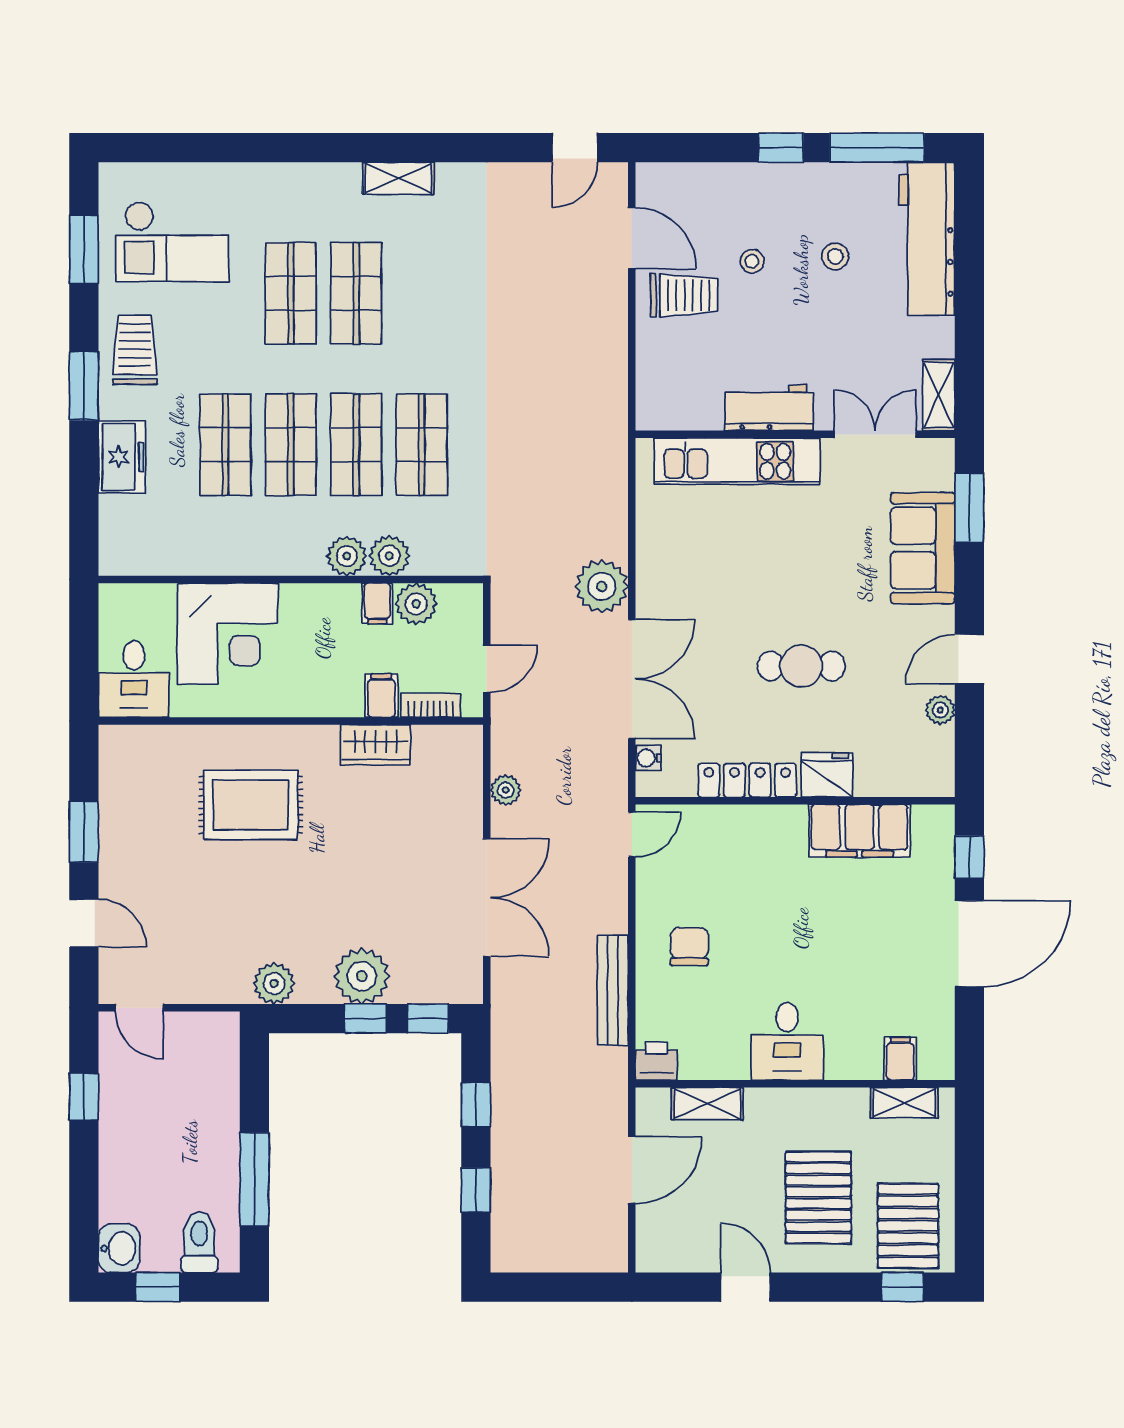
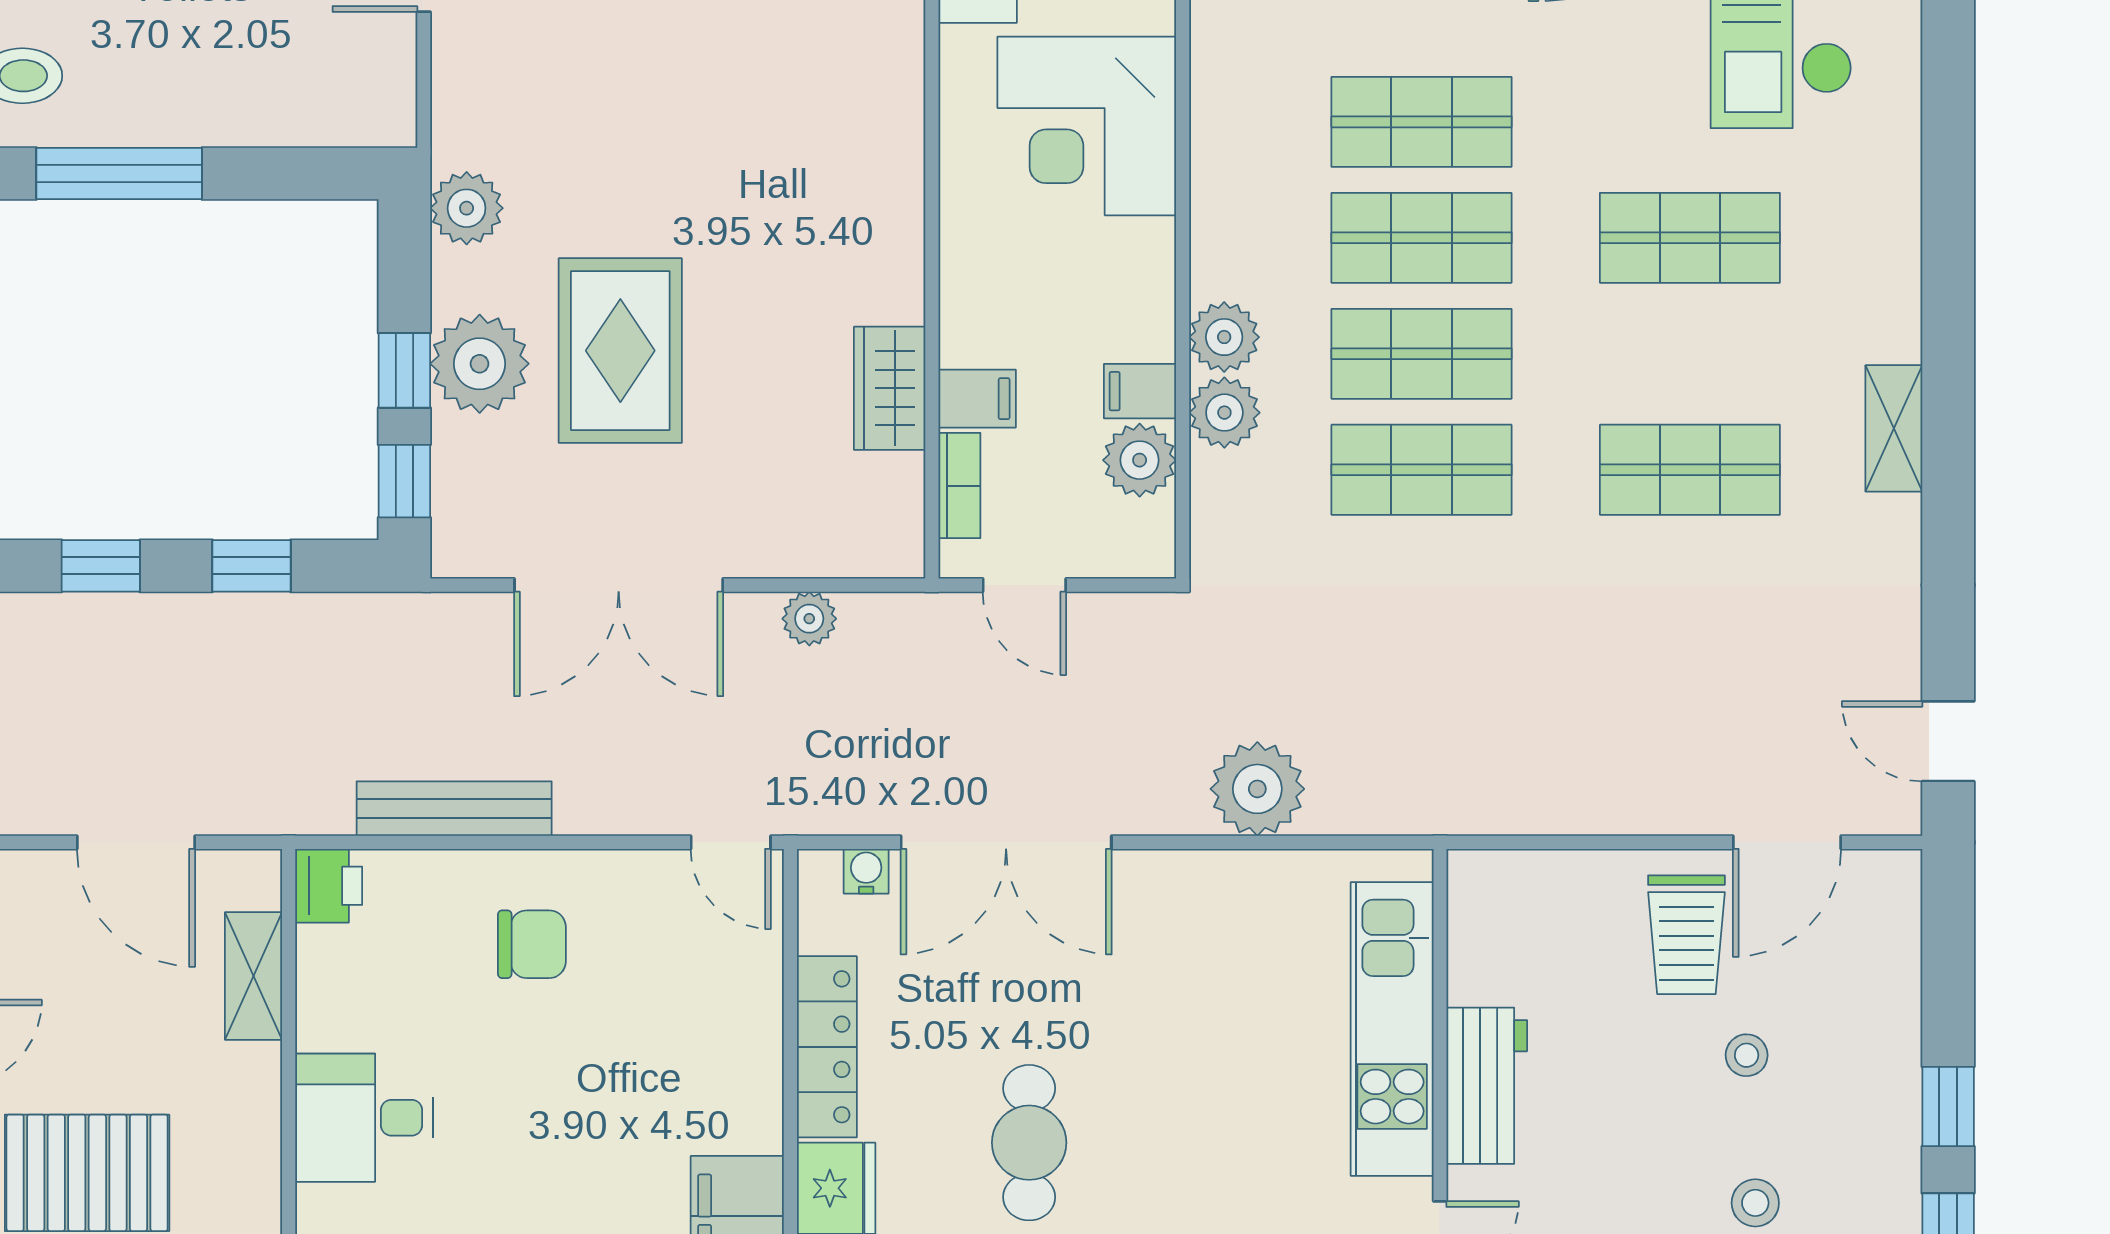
shop shelf: (356, 293) -> (1690, 470), moved
plant: (602, 586) -> (1257, 789), moved
rug: (251, 805) -> (620, 351), moved

